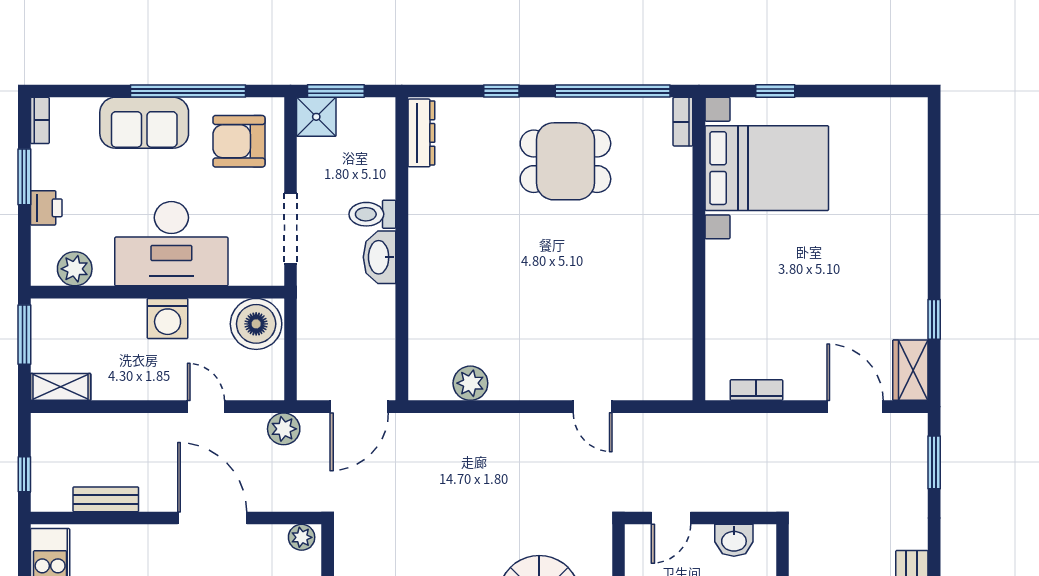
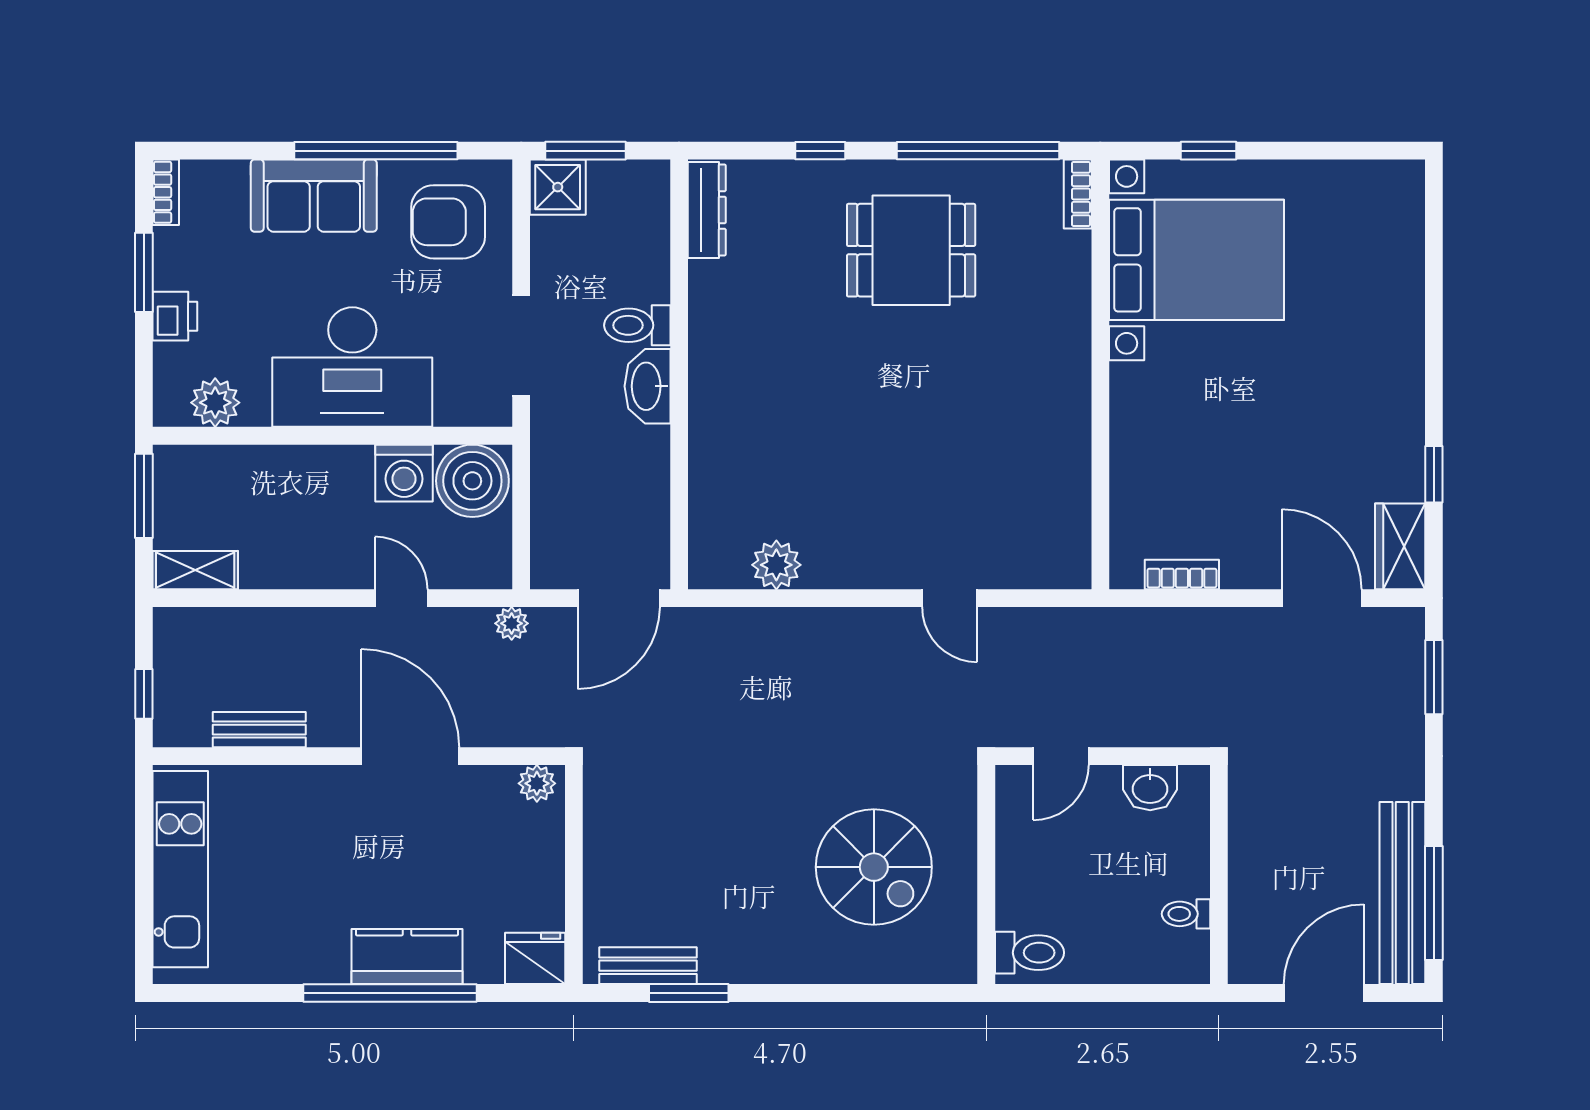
washing machine: (168, 318) -> (404, 473), moved
plant: (284, 429) -> (512, 623), width x0.73, depth x0.73

